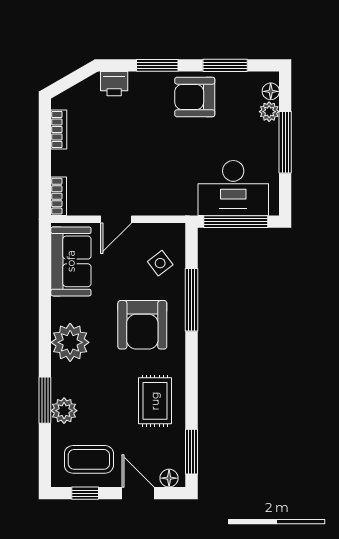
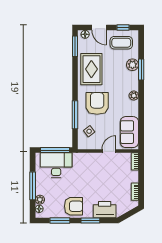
printer: (114, 84) -> (105, 210), width x1.87, depth x1.48
plant: (70, 342) -> (134, 96), width x0.53, depth x0.53
rug: (155, 401) -> (91, 69), width x1.36, depth x1.43

